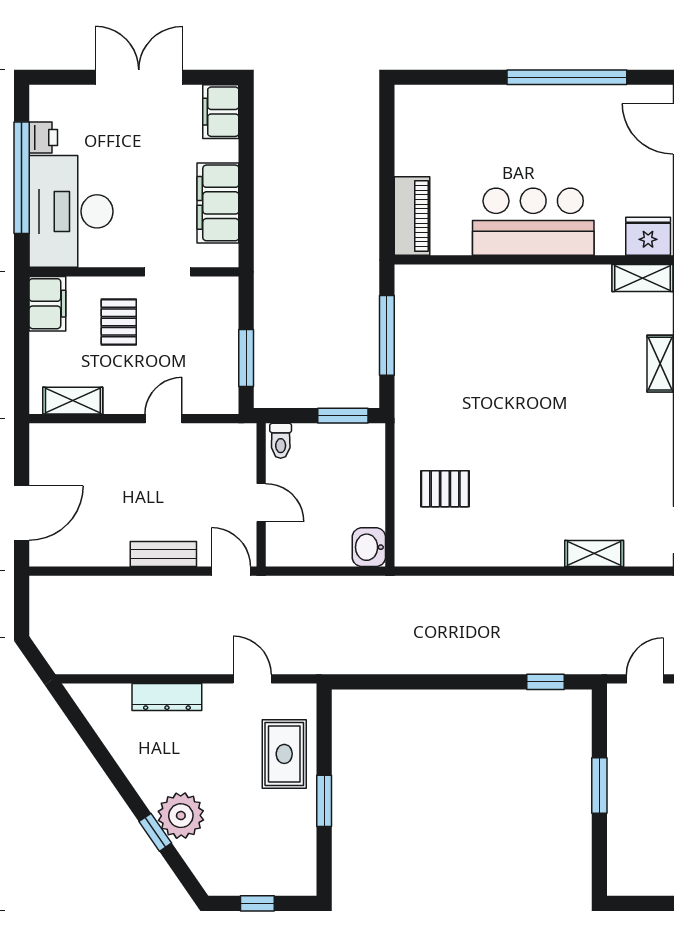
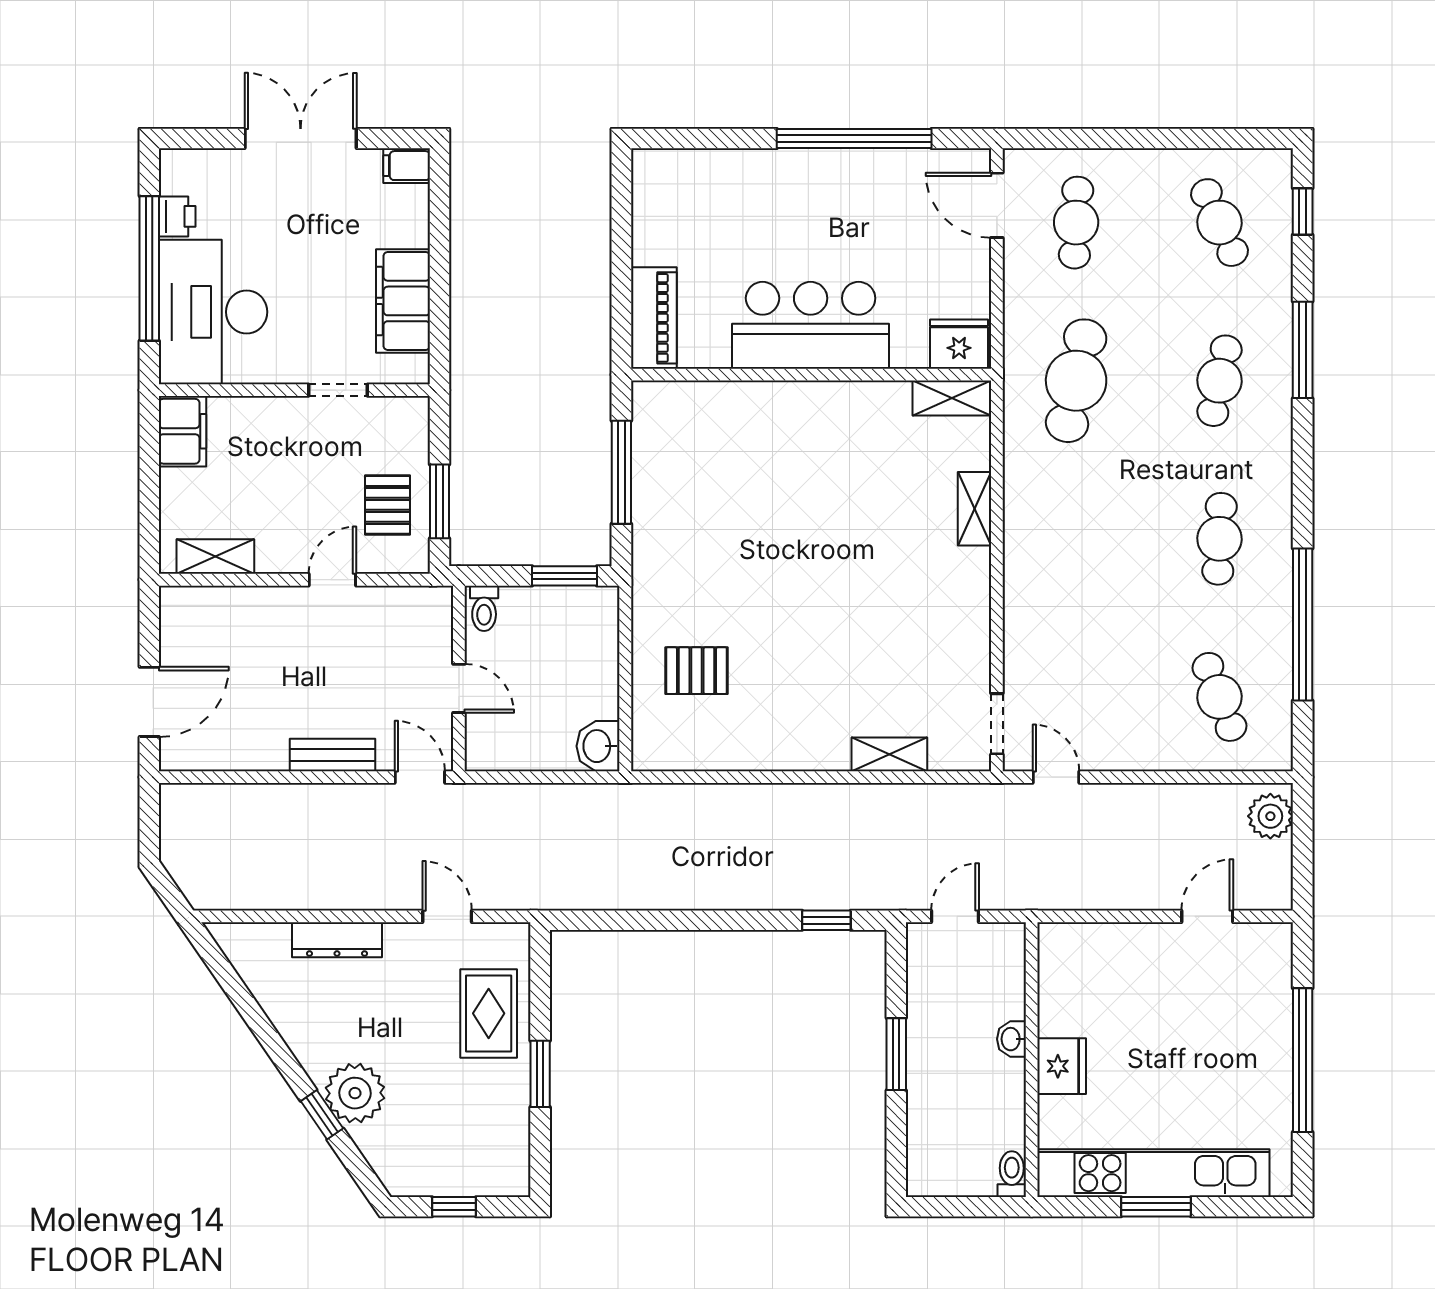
filing cabinet: (221, 112) -> (407, 166), width x0.50
pallet: (119, 322) -> (387, 505), moved

